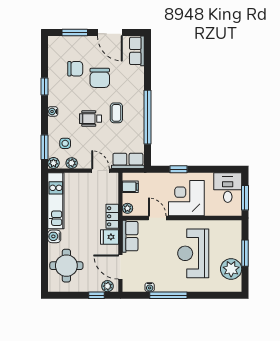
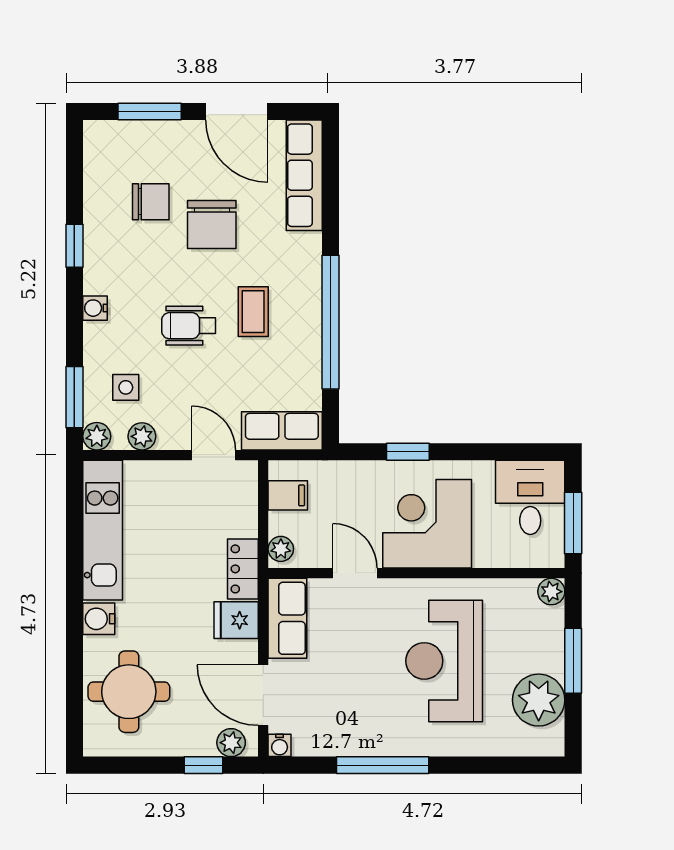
row of seats: (137, 51) -> (304, 175), width x1.48
plant: (236, 225) -> (551, 592), added
water cooler: (150, 287) -> (280, 745), moved

